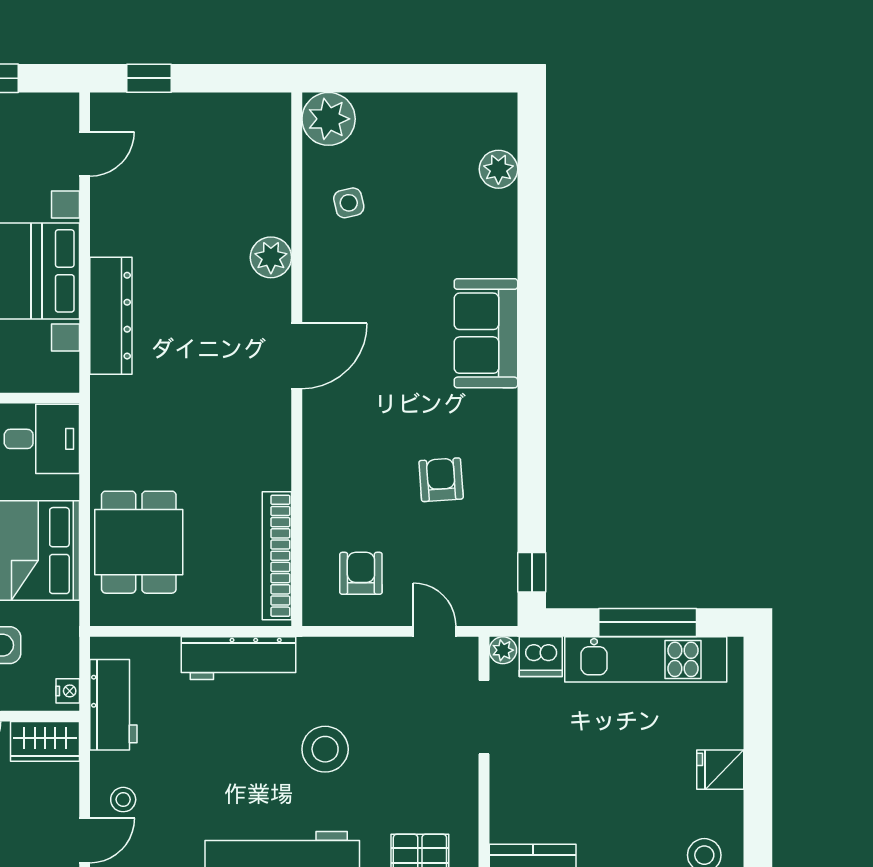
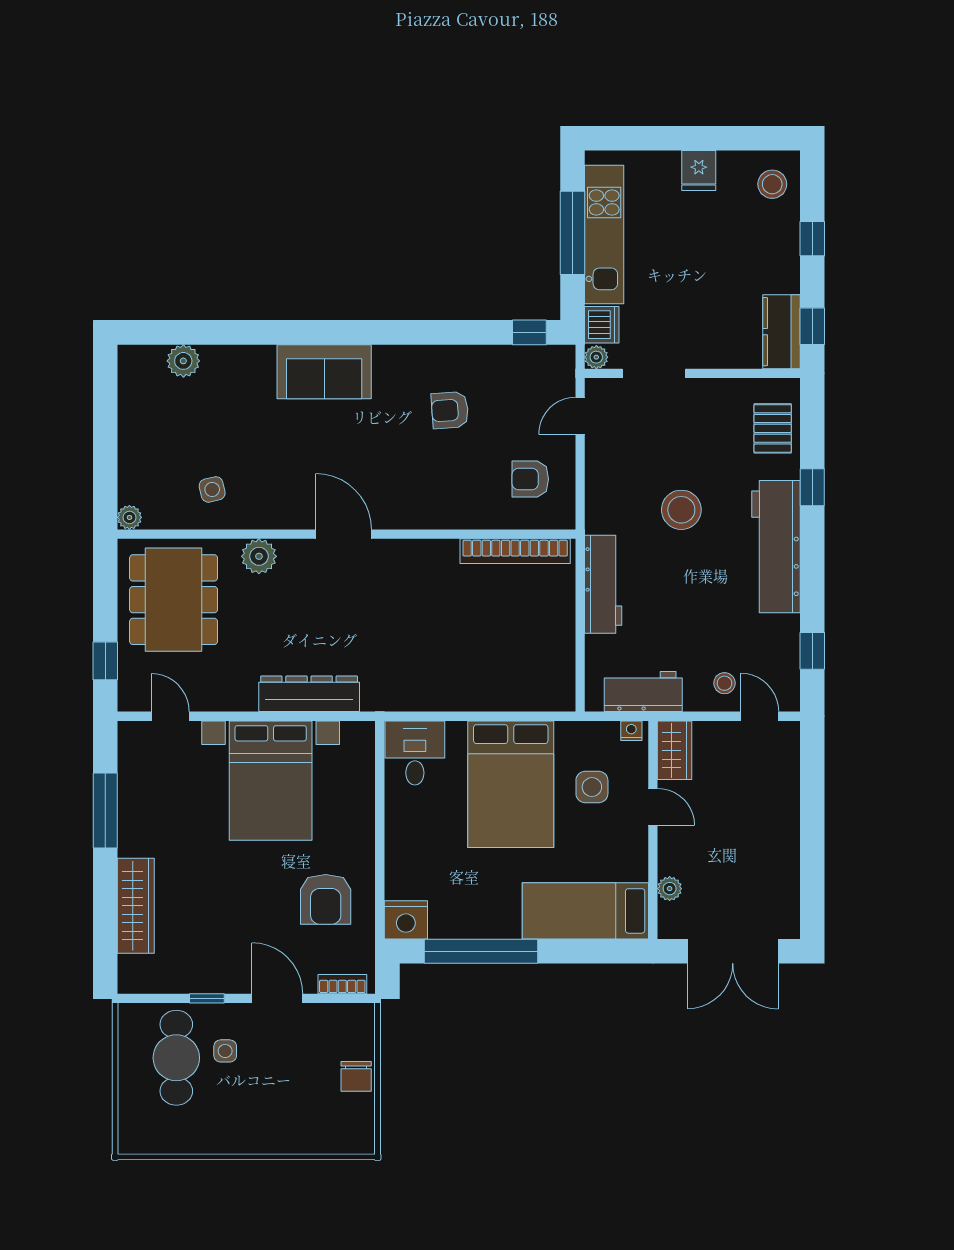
plant: (329, 119) -> (129, 517), width x0.53, depth x0.53
dining table: (139, 542) -> (174, 600), moved, width x1.38

